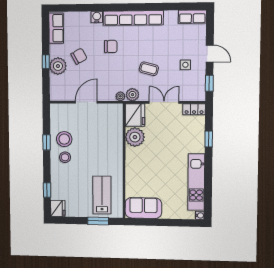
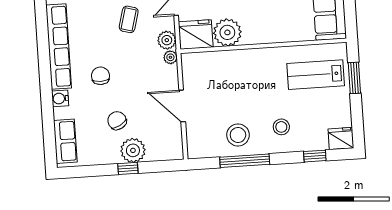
row of seats: (56, 28) -> (65, 141), moved, turned 90
window: (47, 142) -> (245, 161), width x2.17
stool: (65, 157) -> (281, 127), moved

